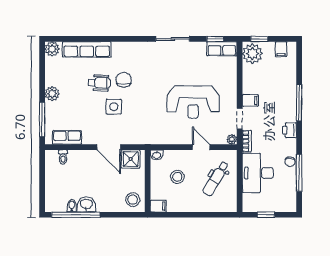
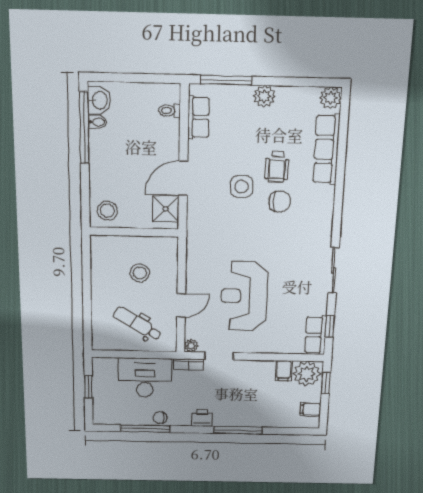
filing cabinet: (250, 100) -> (284, 371), moved
washbasin: (157, 155) -> (171, 245), removed
washbasin: (86, 204) -> (99, 100), moved
filing cabinet: (158, 206) -> (98, 246), removed

